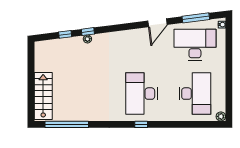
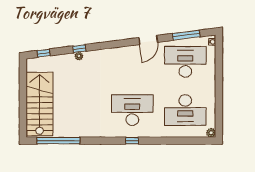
window: (65, 34) -> (44, 53), moved
desk: (141, 94) -> (132, 110), turned 90
desk: (195, 94) -> (185, 110), turned 90
stairs: (43, 96) -> (40, 104), width x1.36, depth x1.51

